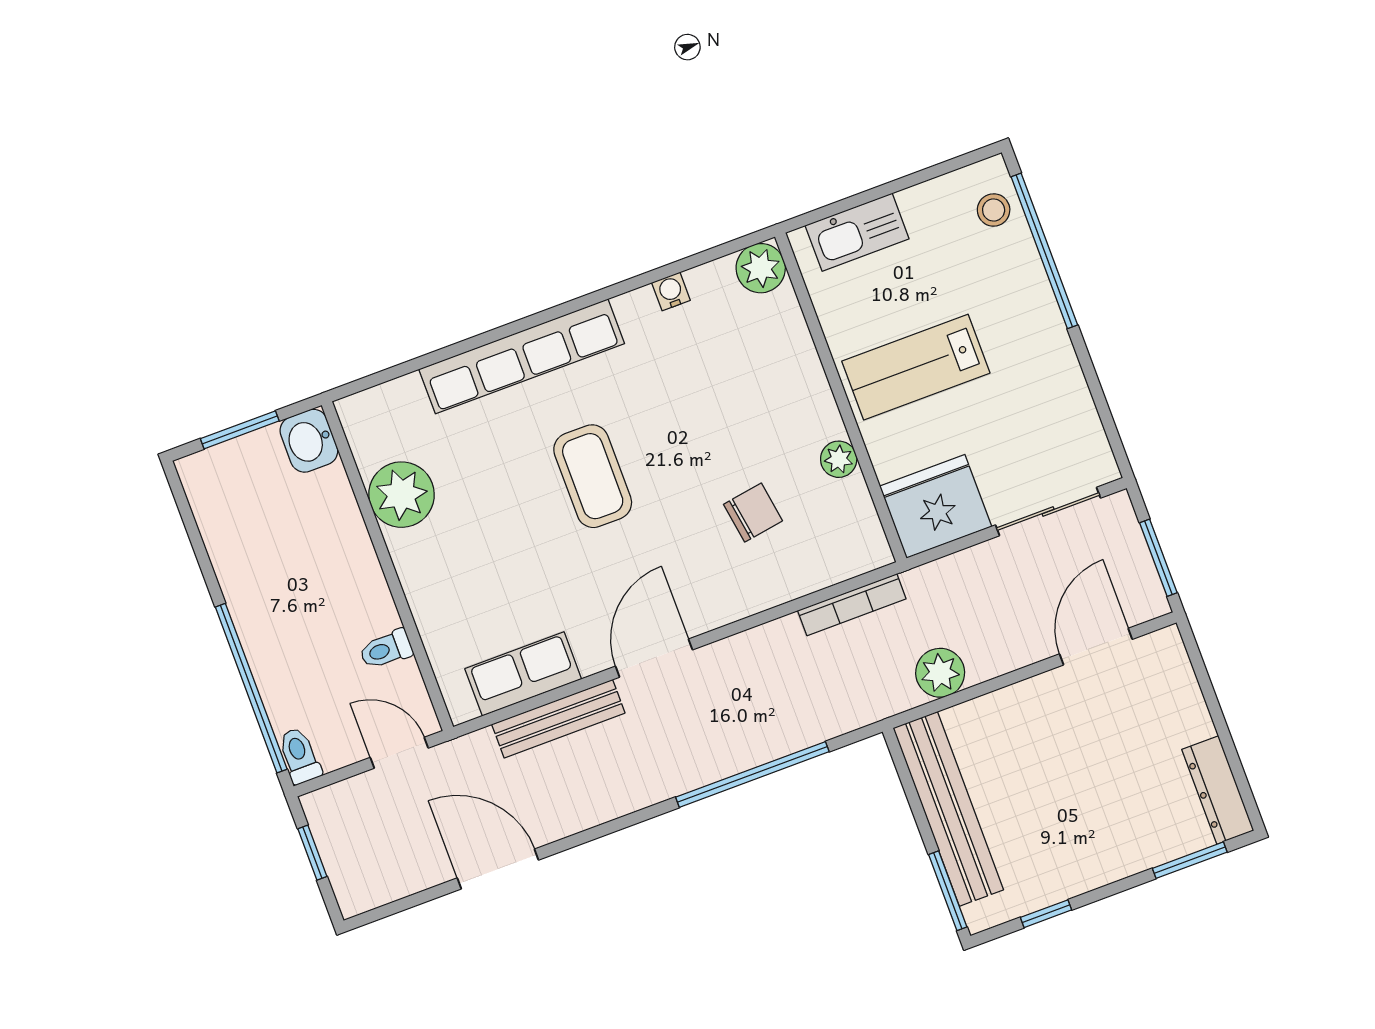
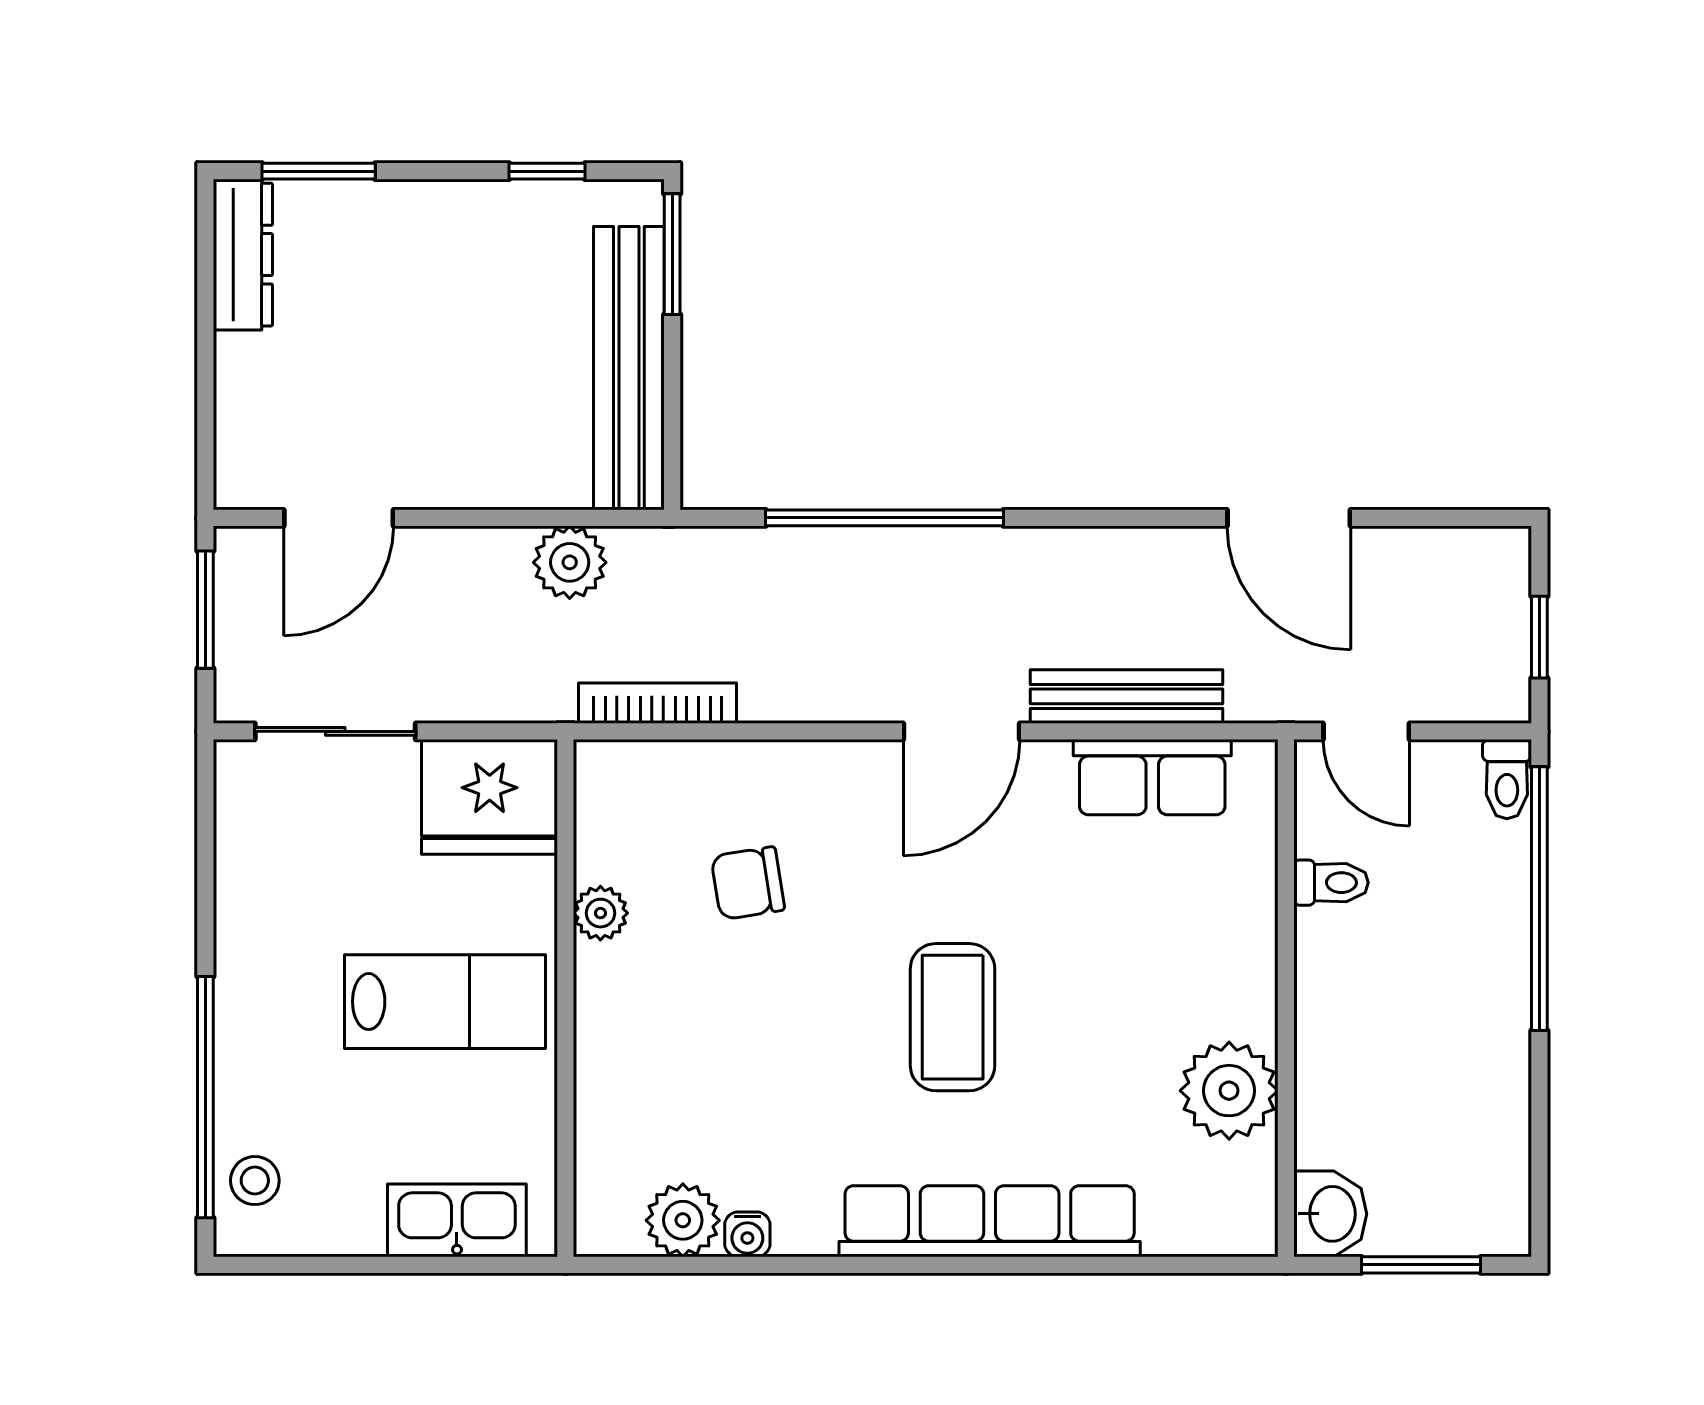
plant: (761, 268) -> (683, 1220), moved

